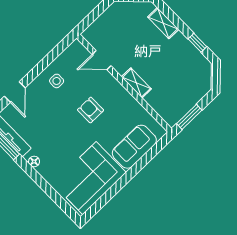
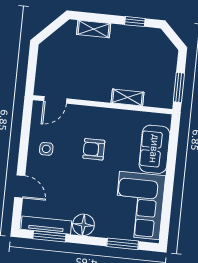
door: (102, 60) -> (55, 100), moved
shelving: (136, 83) -> (128, 98), moved
floor lamp: (34, 161) -> (83, 225), width x1.89, depth x1.89
window: (54, 196) -> (123, 244), added

